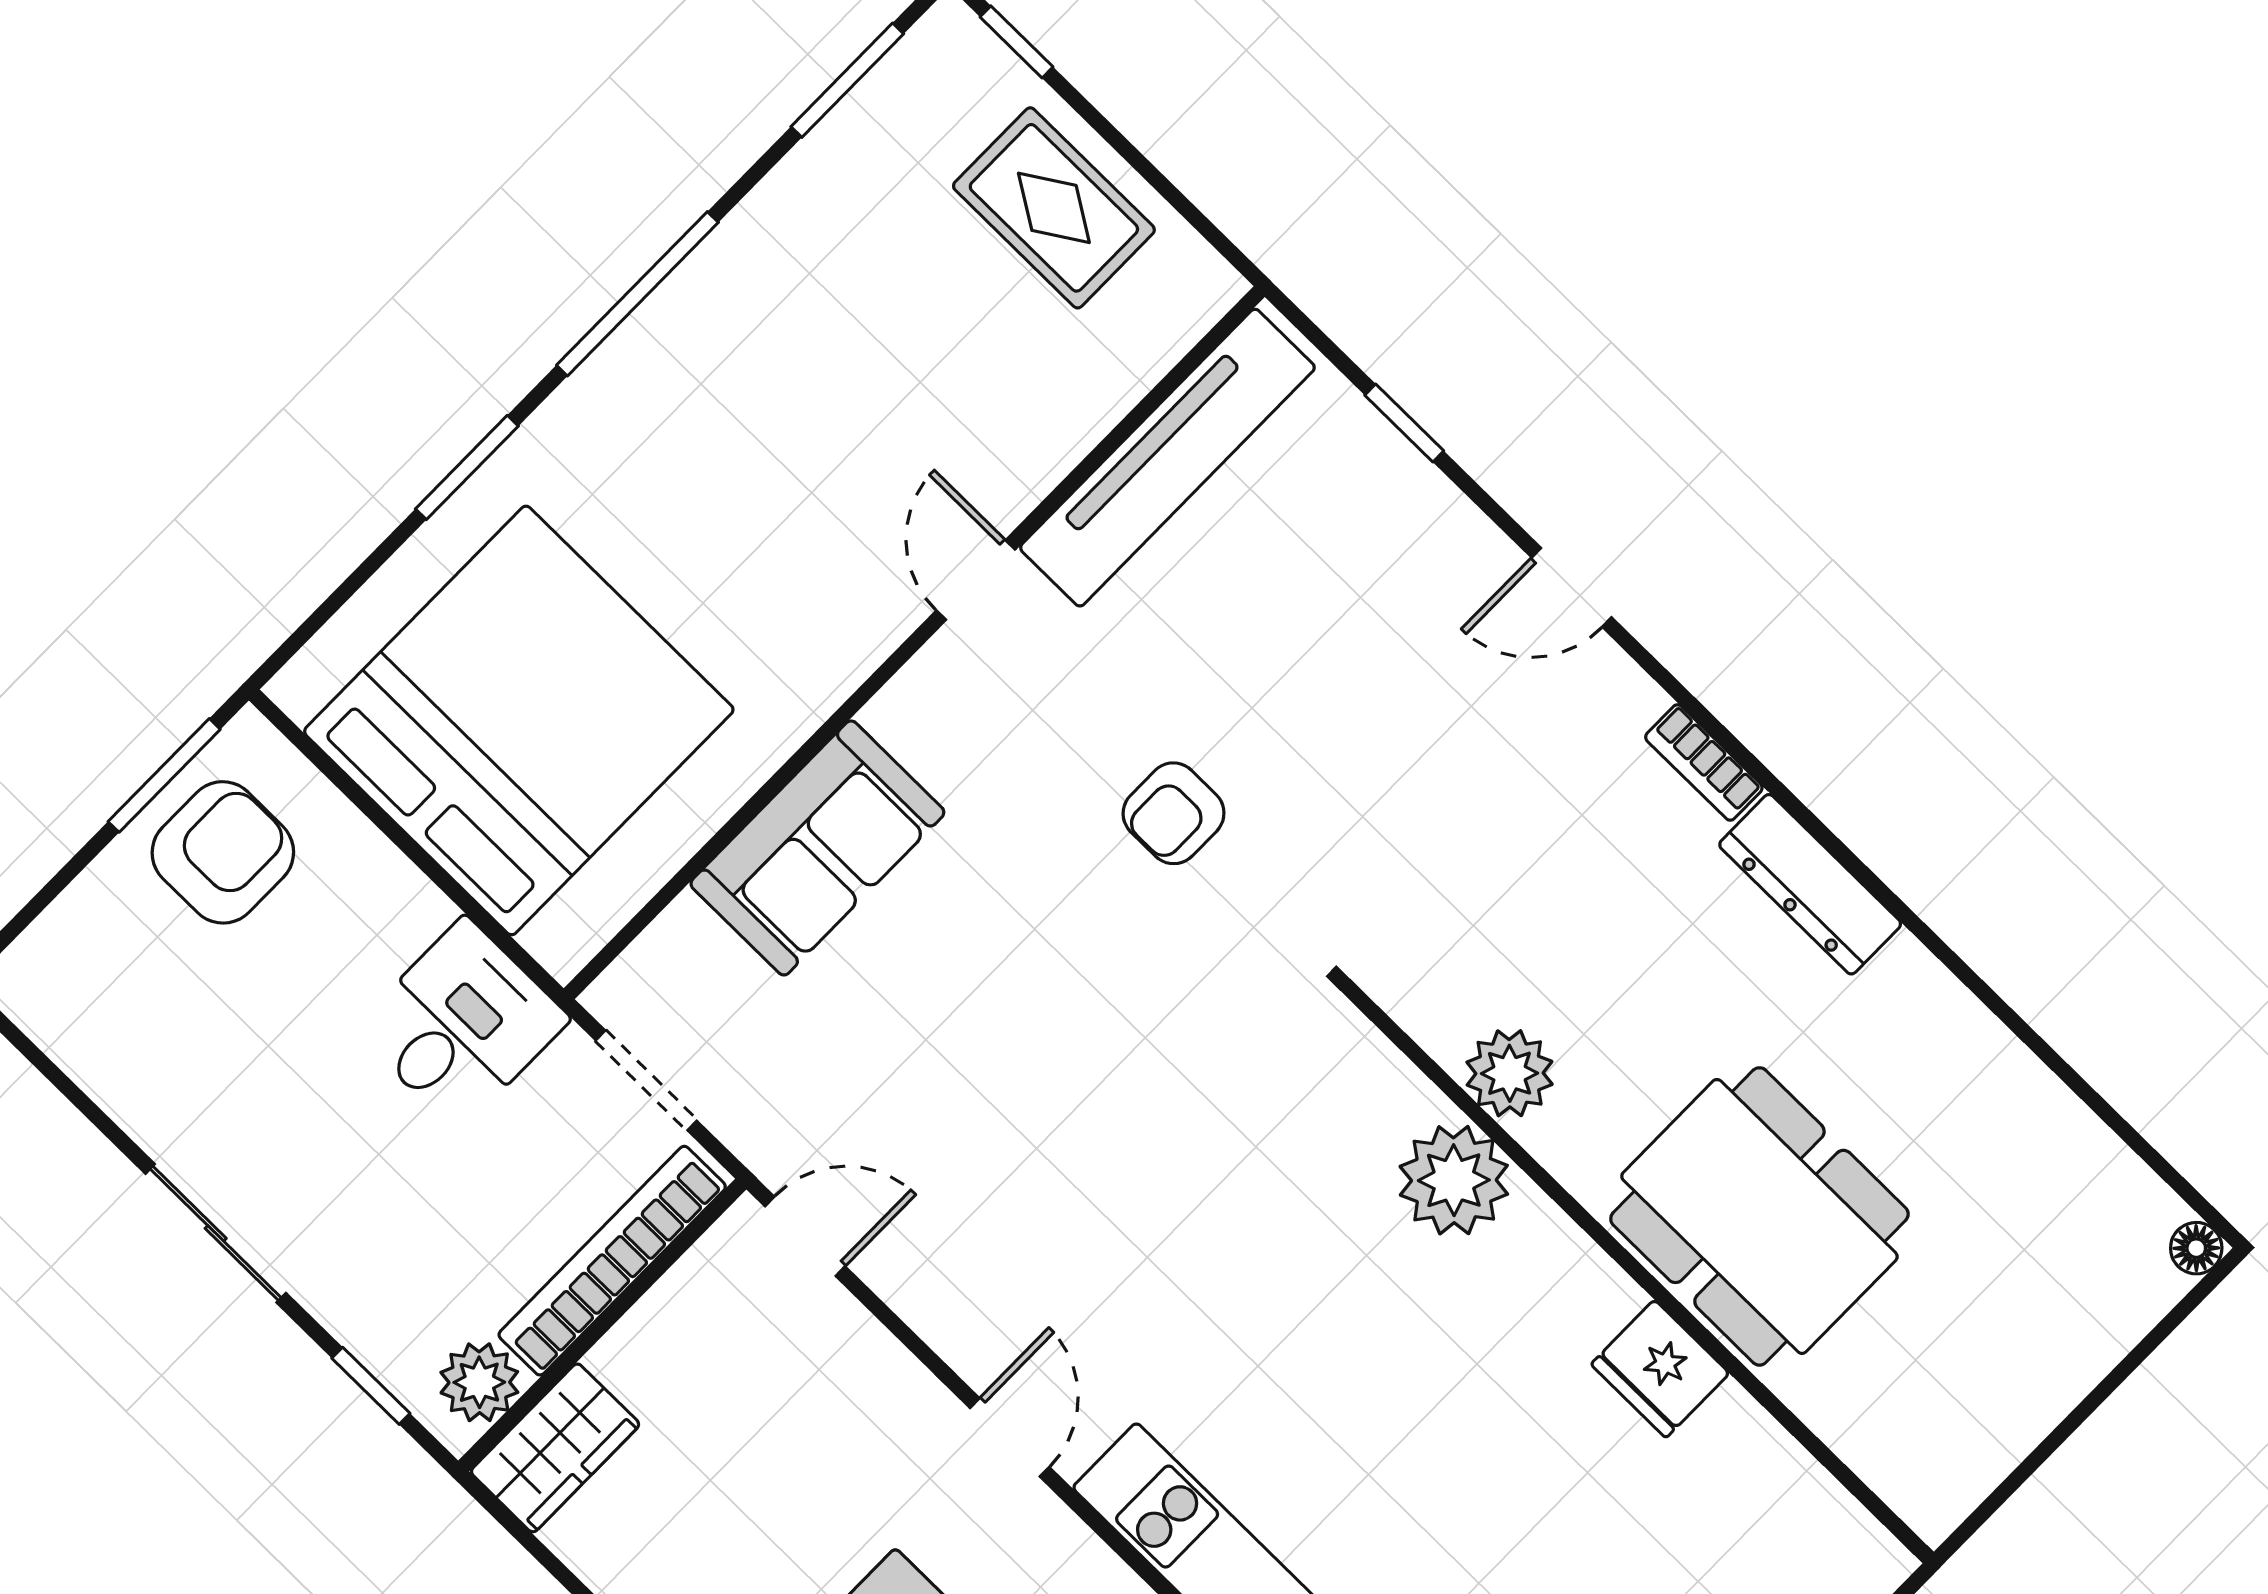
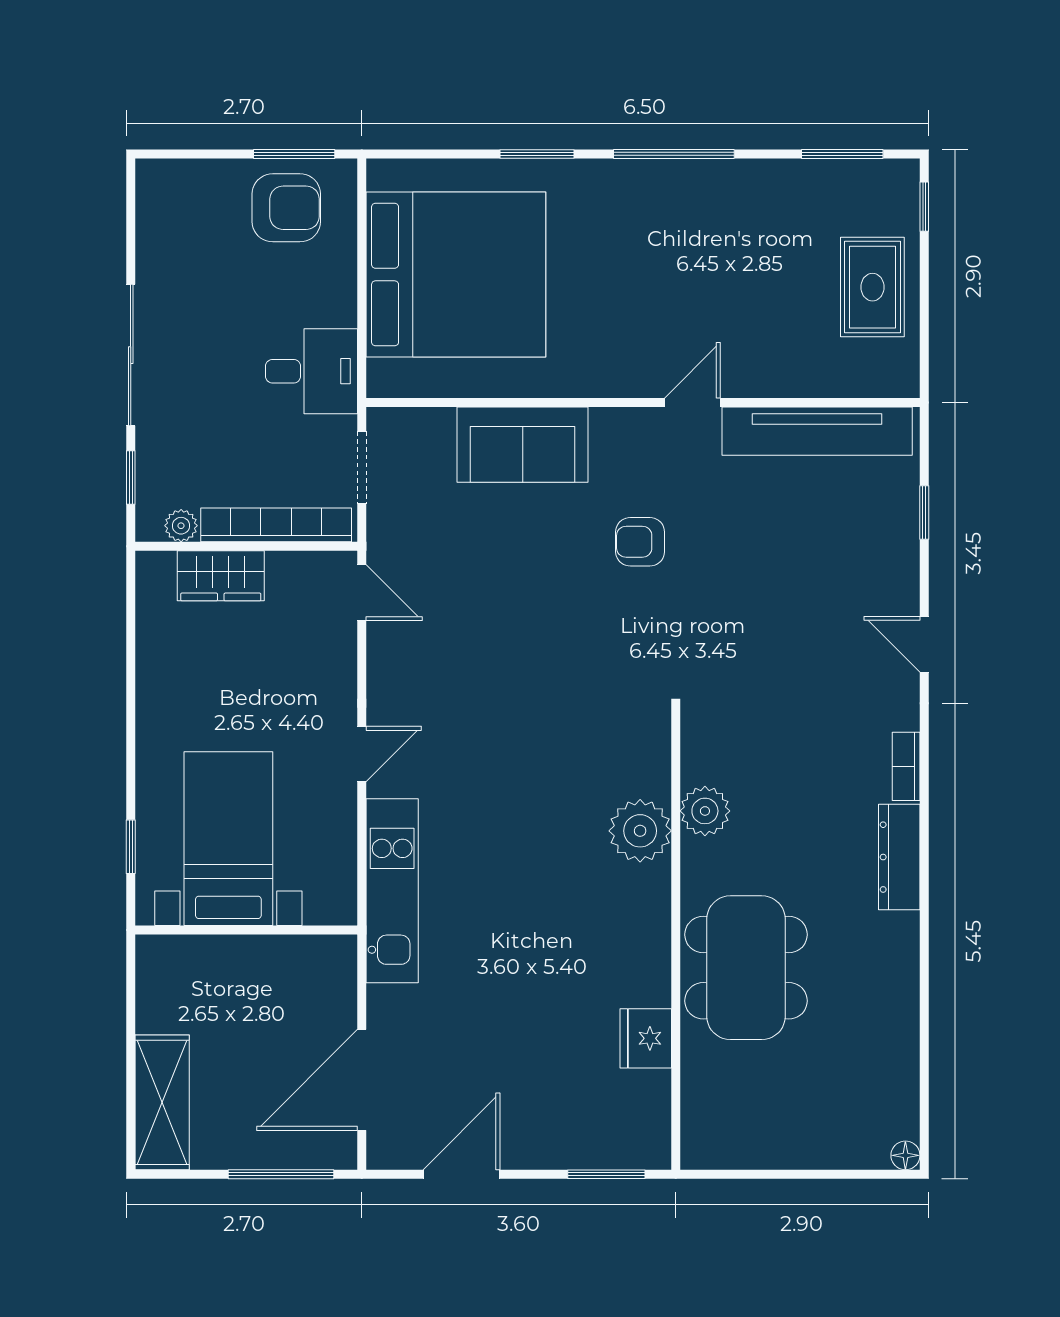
armchair: (1174, 813) -> (640, 542), moved
sliding door: (216, 1233) -> (131, 355), width x1.37
fridge: (1660, 1369) -> (646, 1038), moved
plant: (479, 1382) -> (181, 526), width x0.73, depth x0.73
wardrobe: (555, 1448) -> (221, 576), moved

